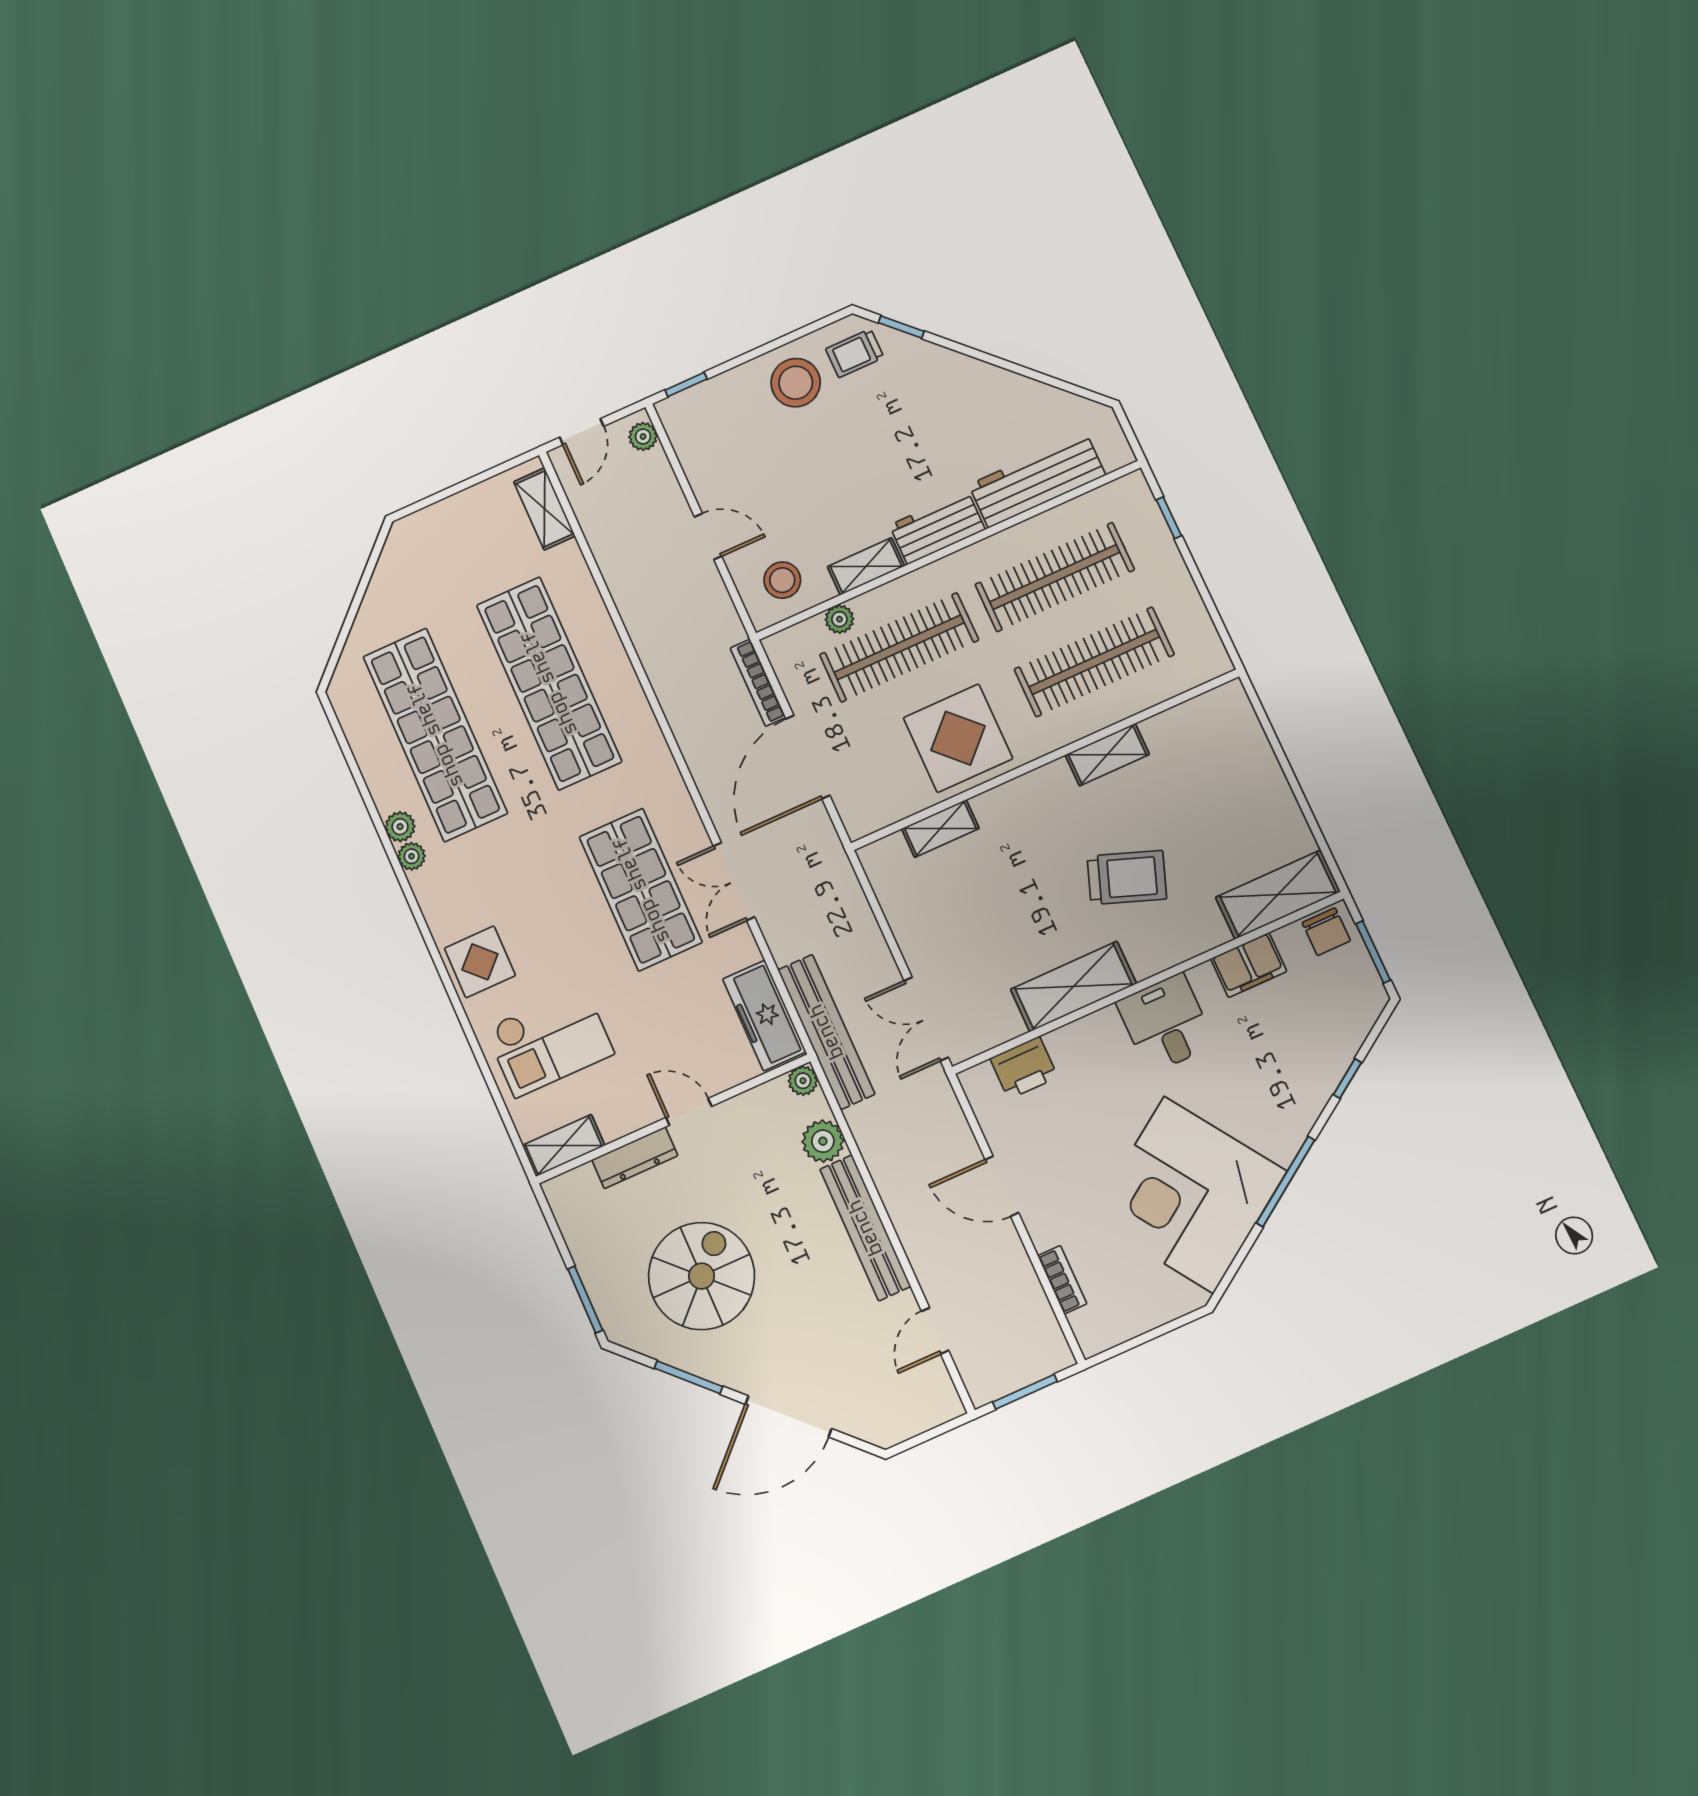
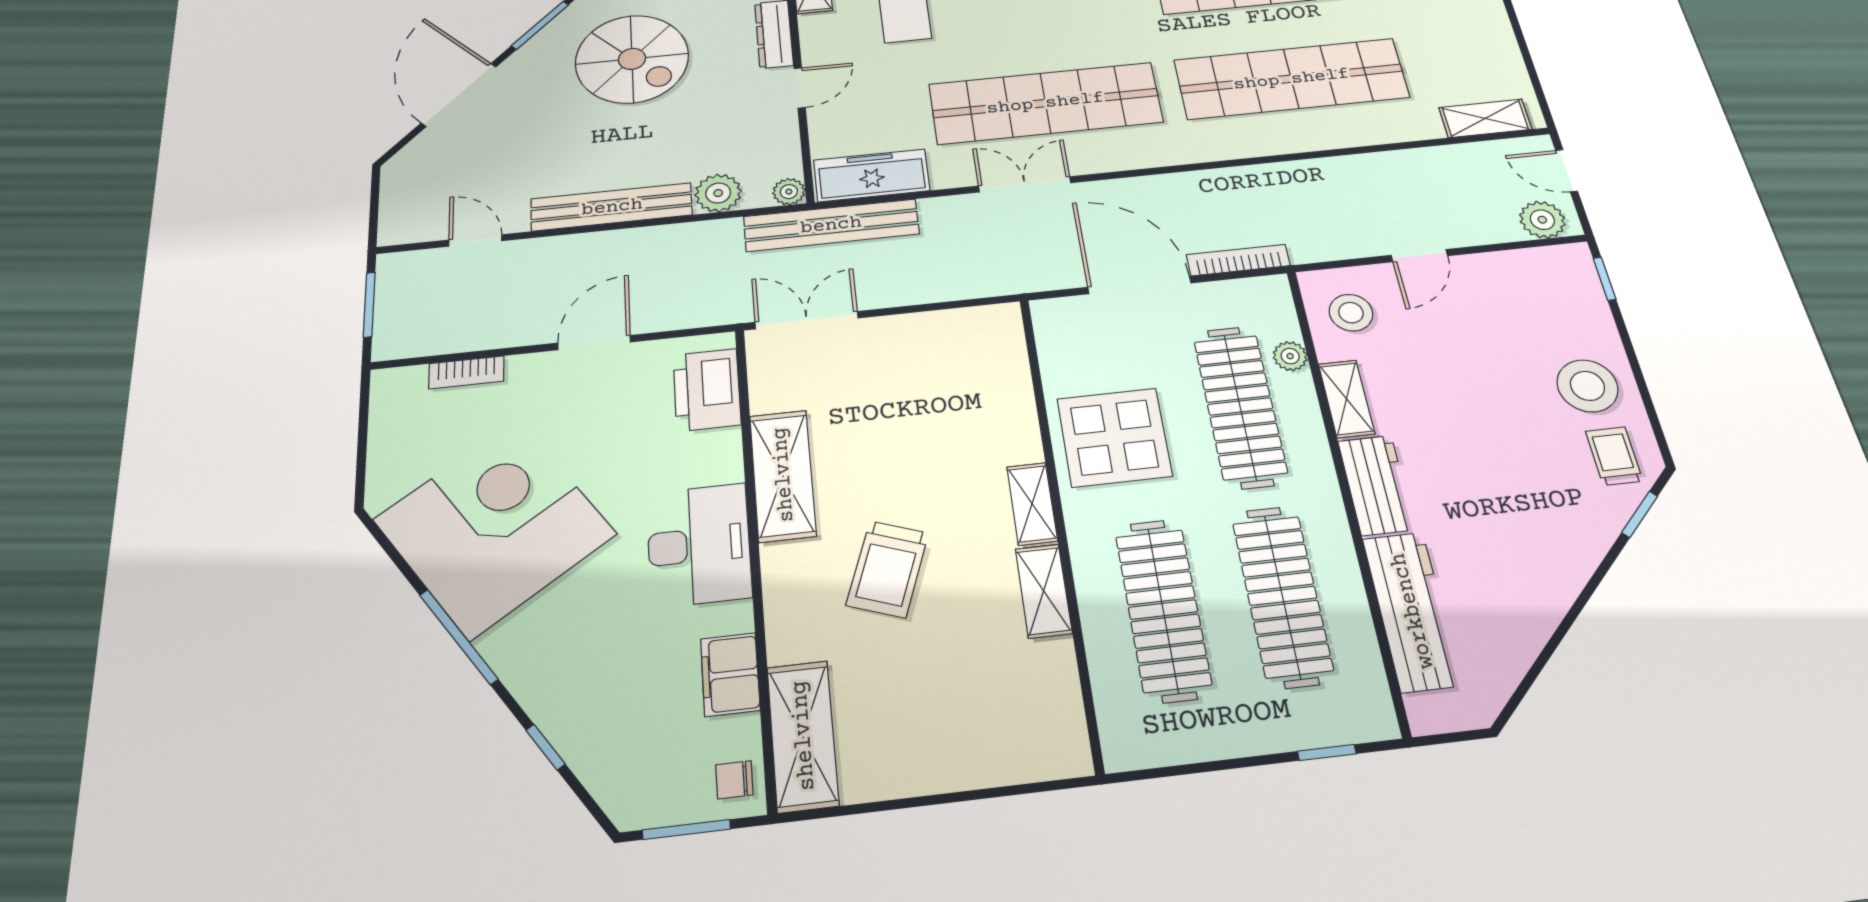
plant: (643, 436) -> (1542, 220), width x1.38, depth x1.38
shelving: (940, 828) -> (1032, 504), moved
shop shelf: (641, 890) -> (1045, 103), width x1.40
chair: (1326, 932) -> (734, 780), width x0.73, depth x0.73
desk: (1166, 1023) -> (699, 545), width x1.37
printer: (1024, 1068) -> (707, 390), width x1.37, depth x1.19

